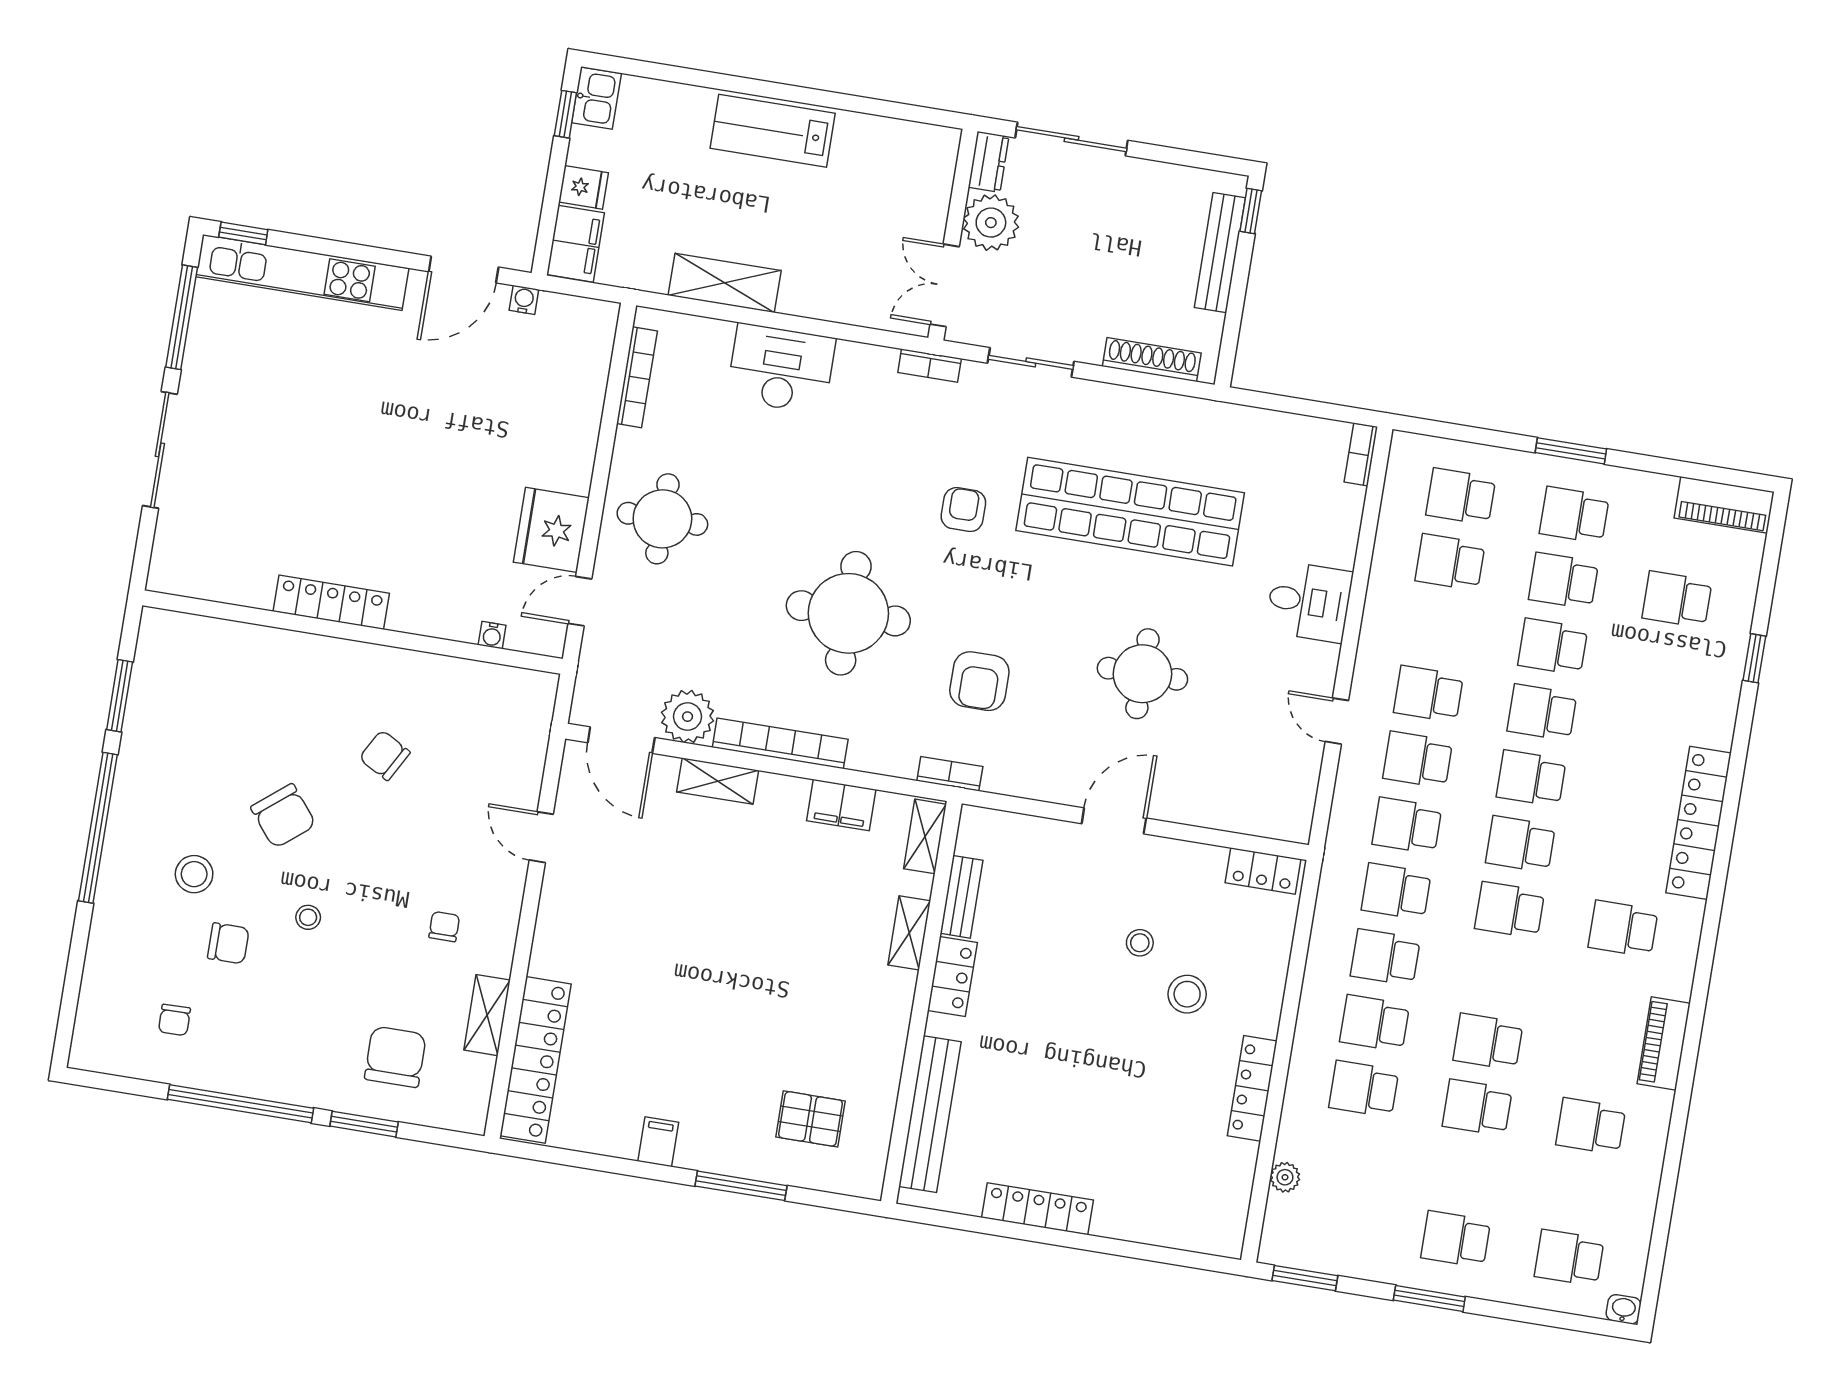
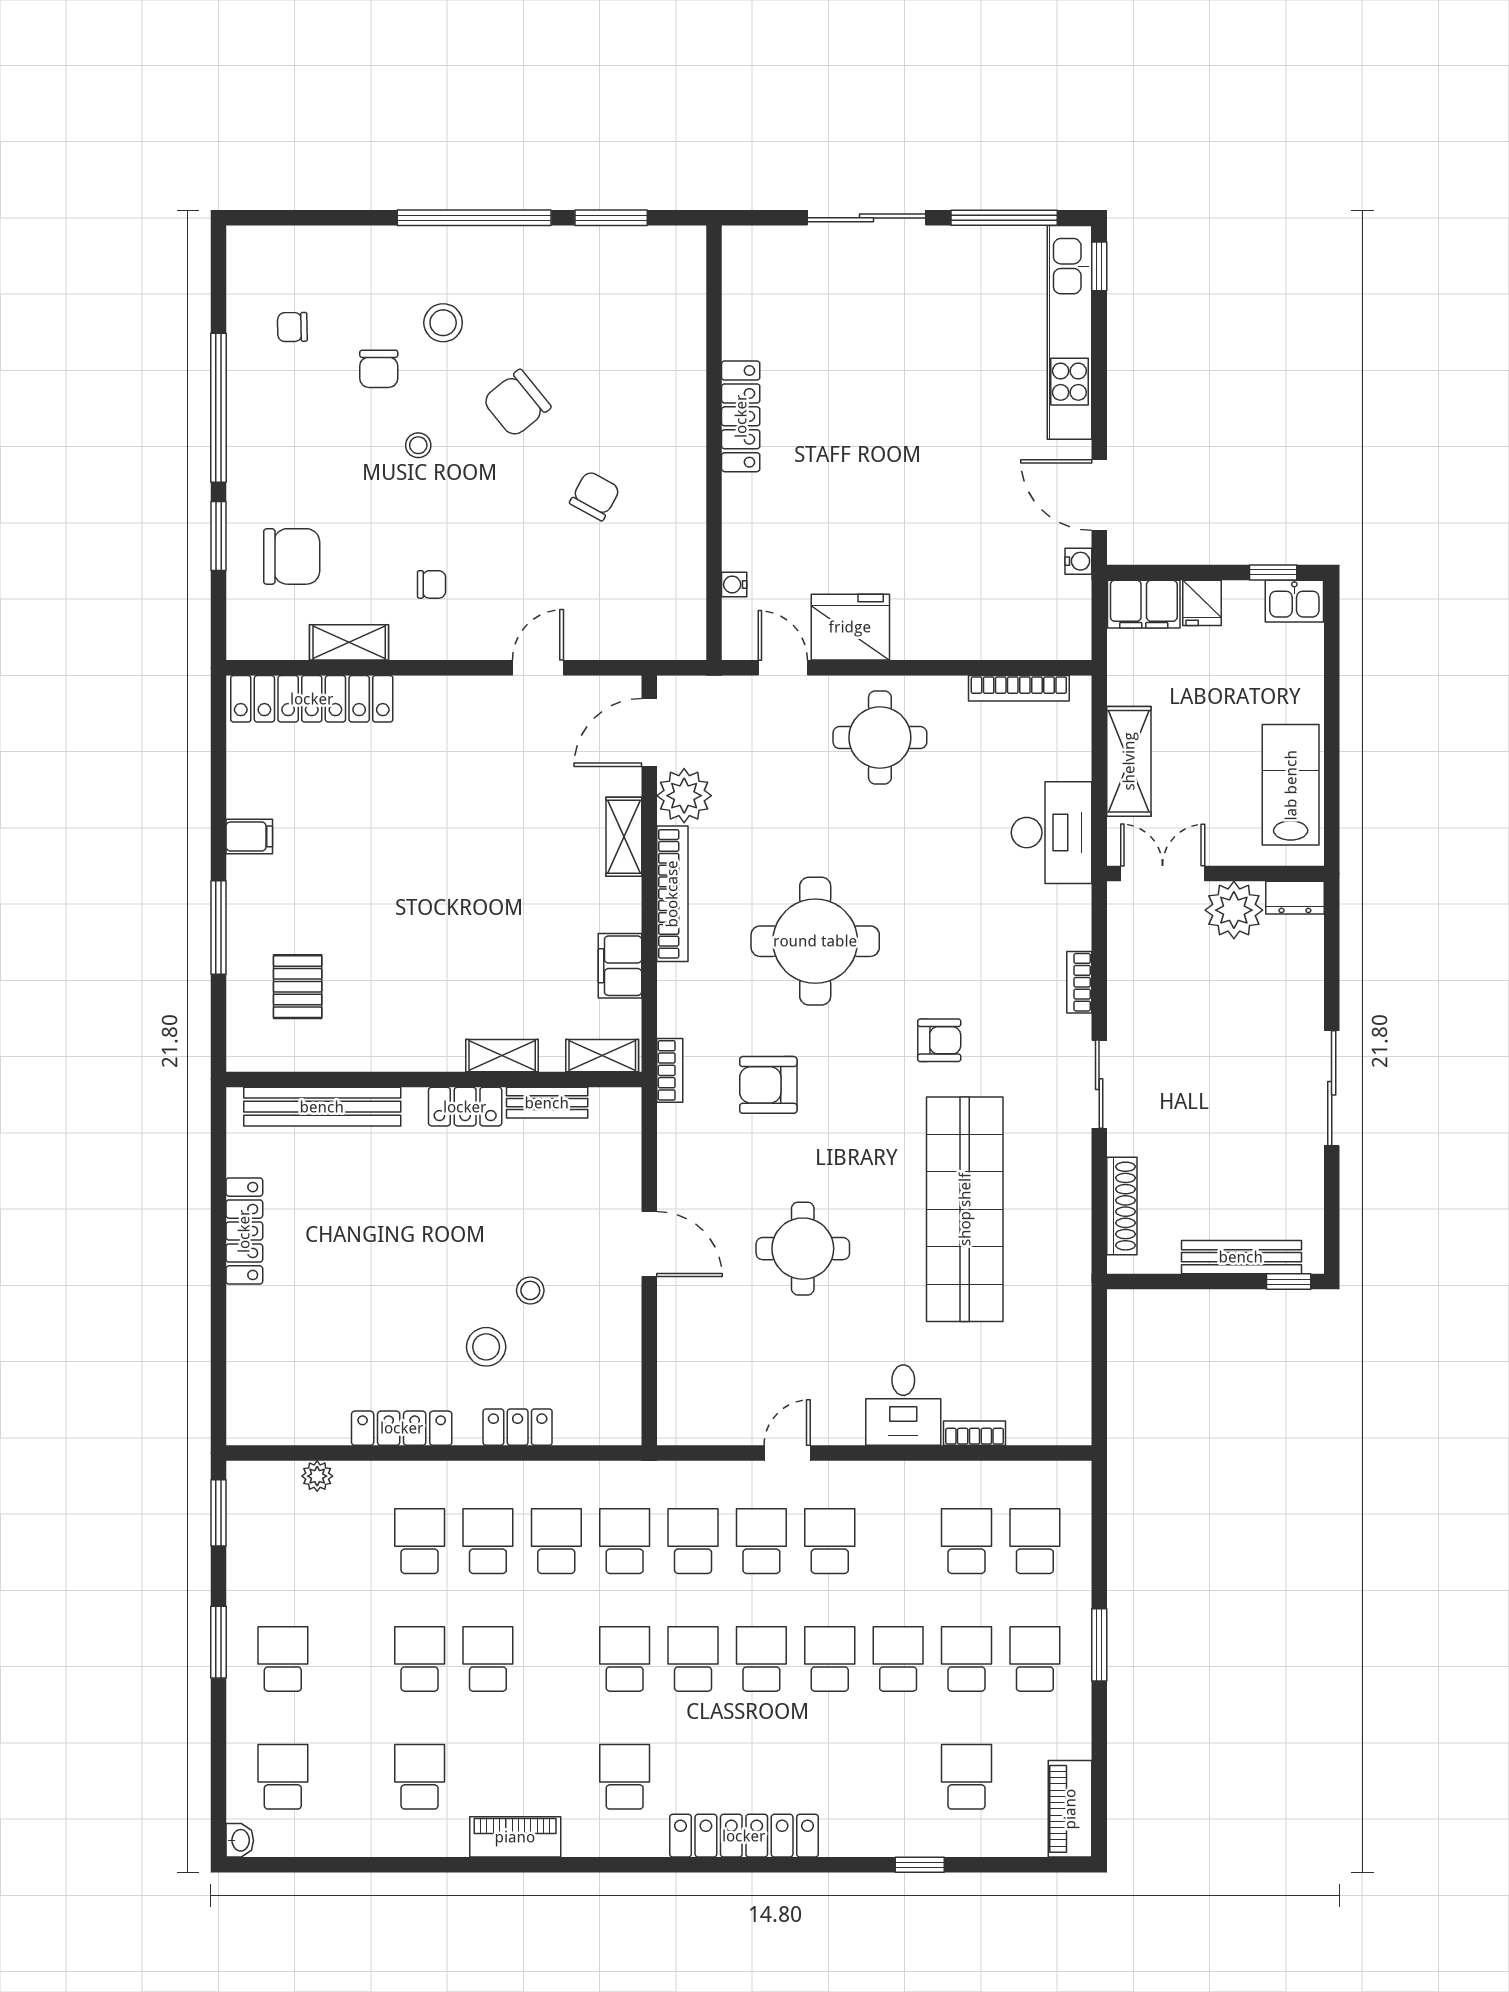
dresser: (989, 162) -> (1295, 898), moved
plant: (991, 223) -> (1234, 910), moved
wall: (953, 235) -> (1215, 874), moved
double door: (945, 285) -> (1163, 874), moved
bookcase: (1361, 454) -> (975, 1433), moved
locker: (1263, 871) -> (518, 1427), moved, turned 90

